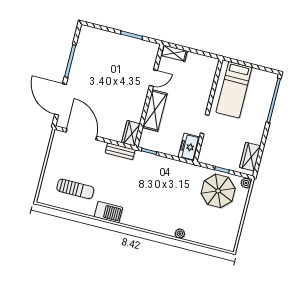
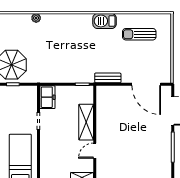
wardrobe: (131, 133) -> (102, 96), removed

